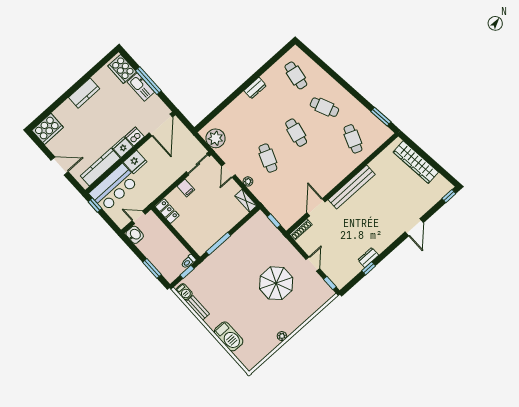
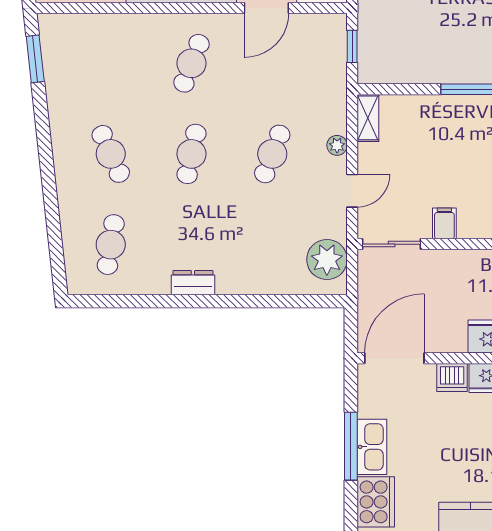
cafe table: (353, 139) -> (191, 63), moved

